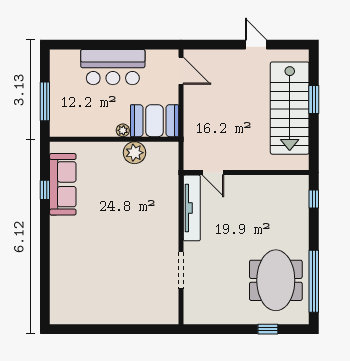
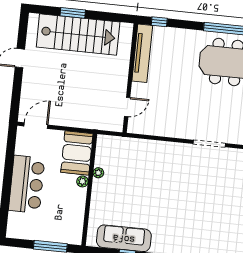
plant: (134, 153) -> (98, 173), width x0.53, depth x0.53
tv unit: (192, 208) -> (142, 53), moved, turned 90

